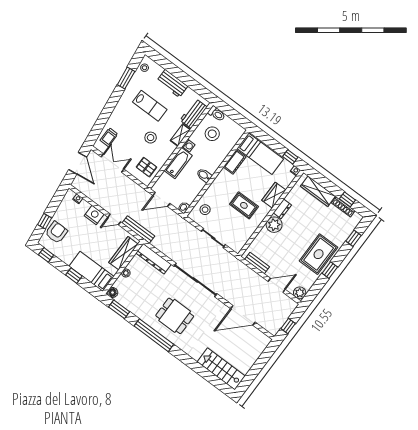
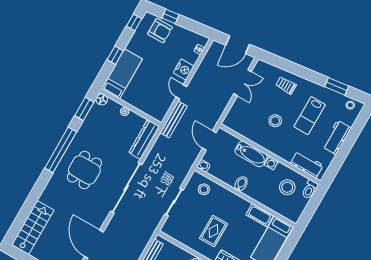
shelving: (180, 135) -> (282, 153), removed
trolley: (109, 137) -> (286, 85), moved
pallet: (146, 167) -> (243, 120), removed
wardrobe: (123, 253) -> (146, 106), removed

